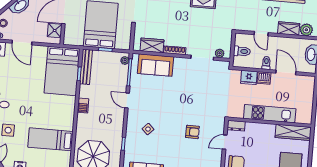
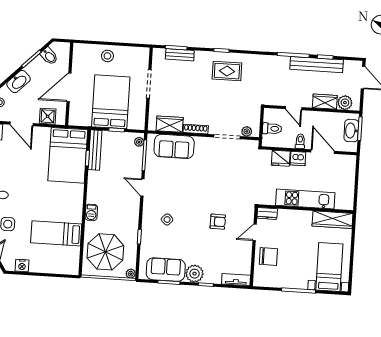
shower: (55, 30) -> (48, 116), moved
barbecue: (83, 106) -> (91, 212), moved

